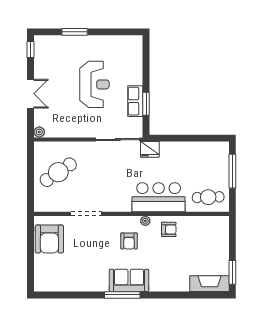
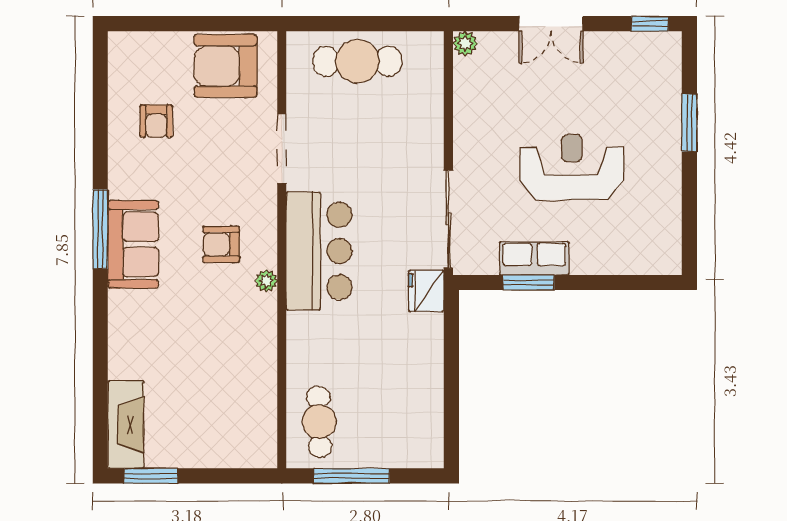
reception desk: (94, 84) -> (572, 167), turned 180
window: (232, 171) -> (351, 476), moved
cafe table: (58, 172) -> (357, 61), moved, turned -56
bar counter: (159, 197) -> (319, 251), moved
armchair: (169, 229) -> (156, 121), moved

